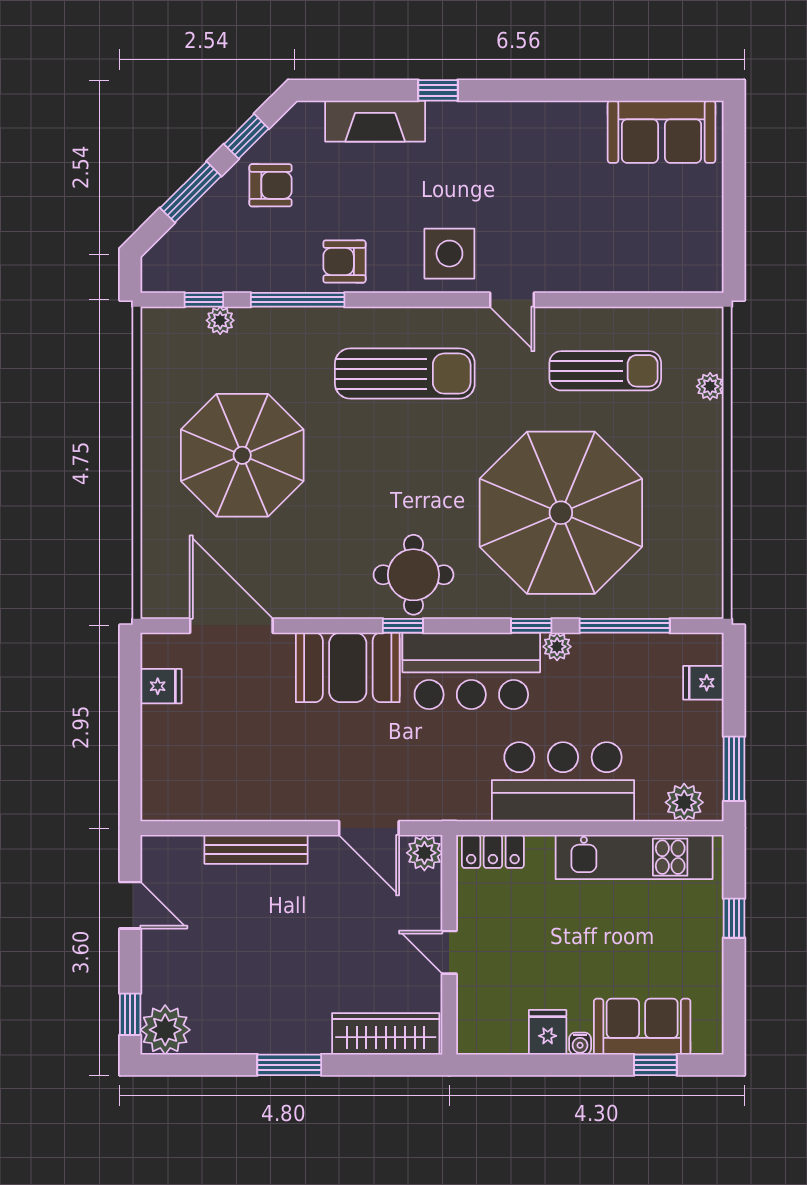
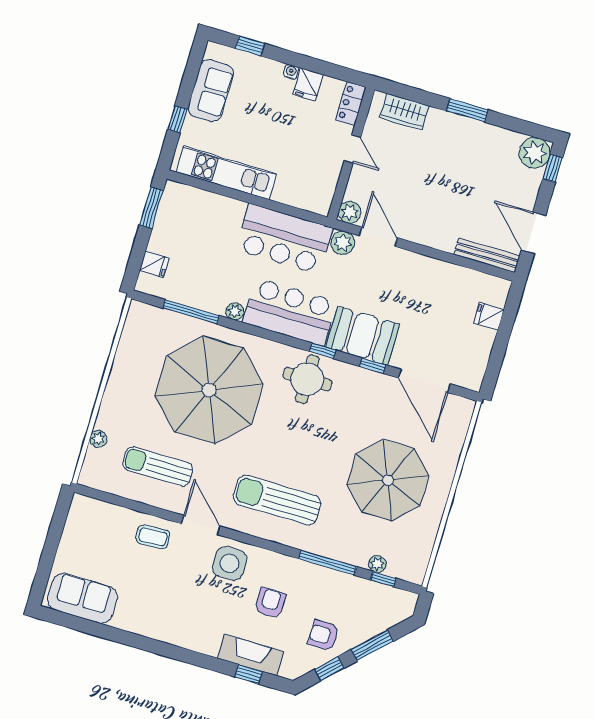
window: (438, 90) -> (249, 674), moved
coffee table: (581, 260) -> (153, 537), added
armchair: (344, 262) -> (270, 603), moved, turned -90
door: (512, 300) -> (201, 525), width x1.38
window: (531, 626) -> (373, 366), moved
fridge: (161, 686) -> (489, 316), moved
bar counter: (563, 782) -> (284, 239), moved
plant: (684, 802) -> (343, 243), moved
bench: (256, 849) -> (487, 255), moved
locker: (493, 851) -> (351, 104), moved, turned -90
door: (130, 905) -> (534, 233), width x1.38
sofa: (642, 1027) -> (211, 91), moved, turned -90
wardrobe: (386, 1034) -> (404, 112), width x0.67

